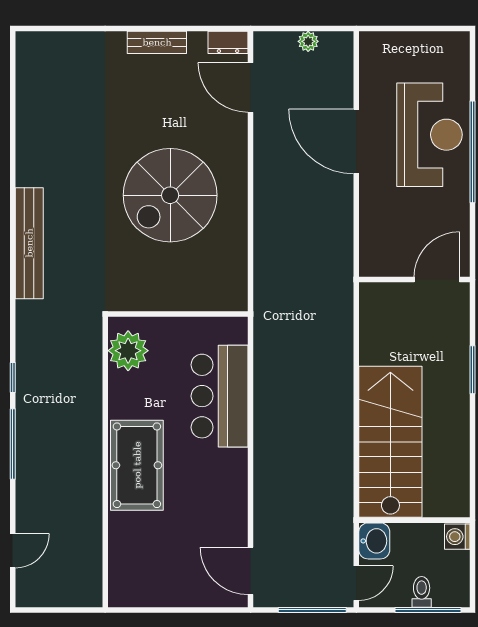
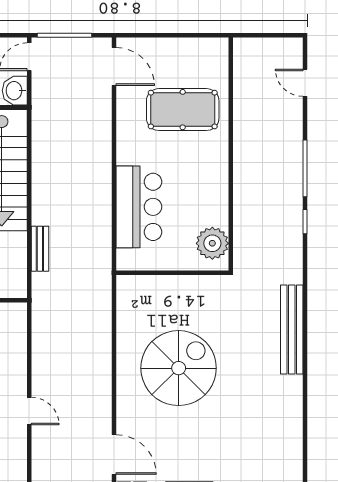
door: (356, 142) -> (29, 411), width x0.53
bench: (343, 344) -> (40, 249), added
pool table: (137, 465) -> (183, 110), moved, turned 90
door: (13, 551) -> (305, 83), hinge flipped

